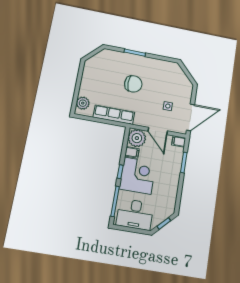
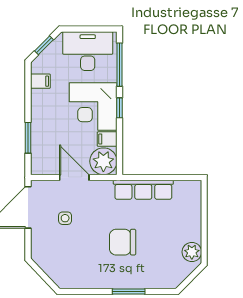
plant: (83, 103) -> (192, 252), moved
filing cabinet: (179, 141) -> (40, 81), moved

